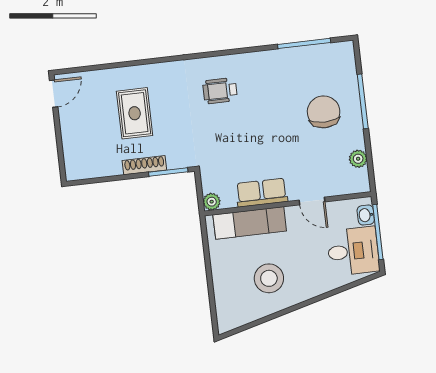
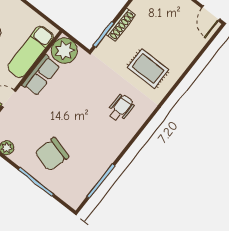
chair: (324, 112) -> (52, 154), turned 105
rug: (135, 113) -> (148, 69), moved
plant: (212, 202) -> (64, 51), width x1.87, depth x1.87

